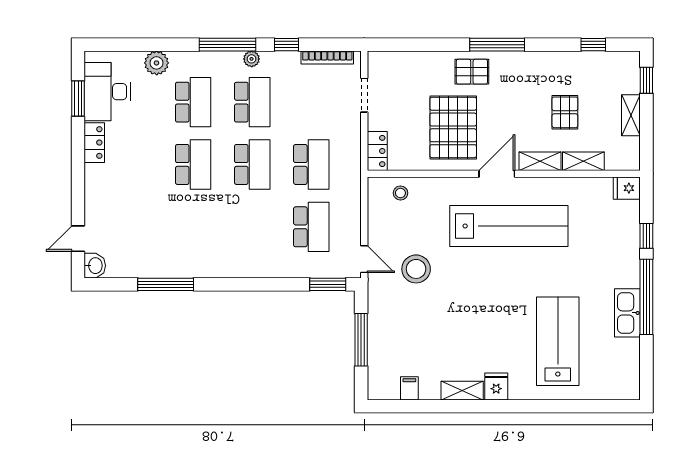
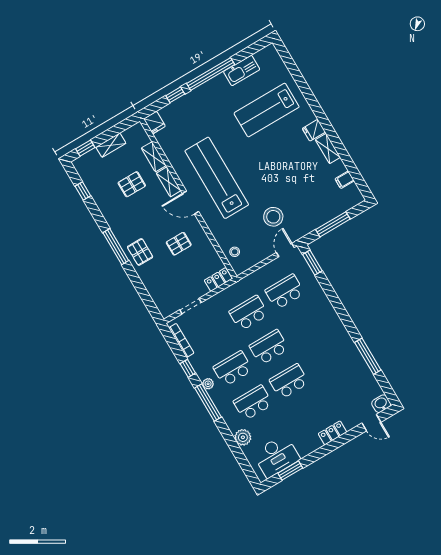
pallet: (453, 127) -> (179, 244), width x0.49, depth x0.50
locker: (94, 143) -> (332, 433), moved
kitchen sink: (627, 313) -> (242, 70), moved

